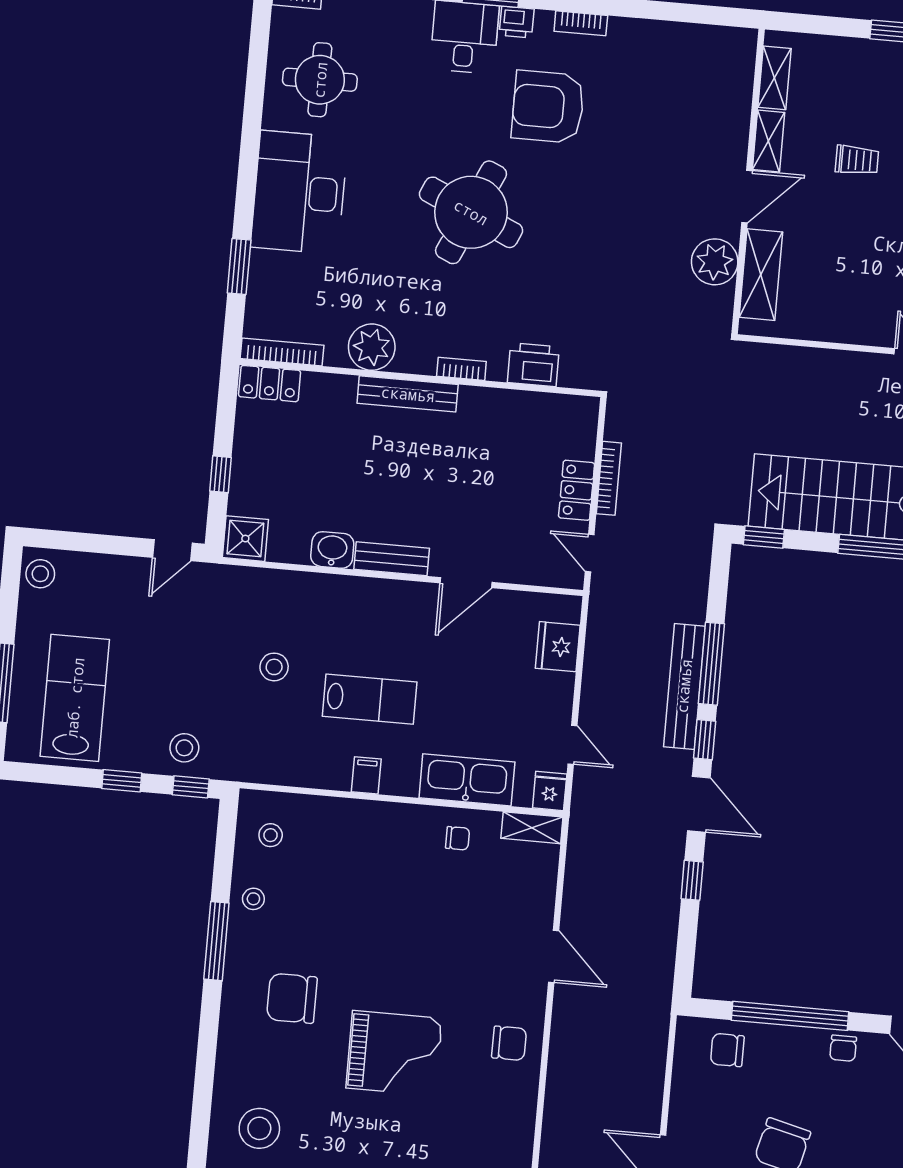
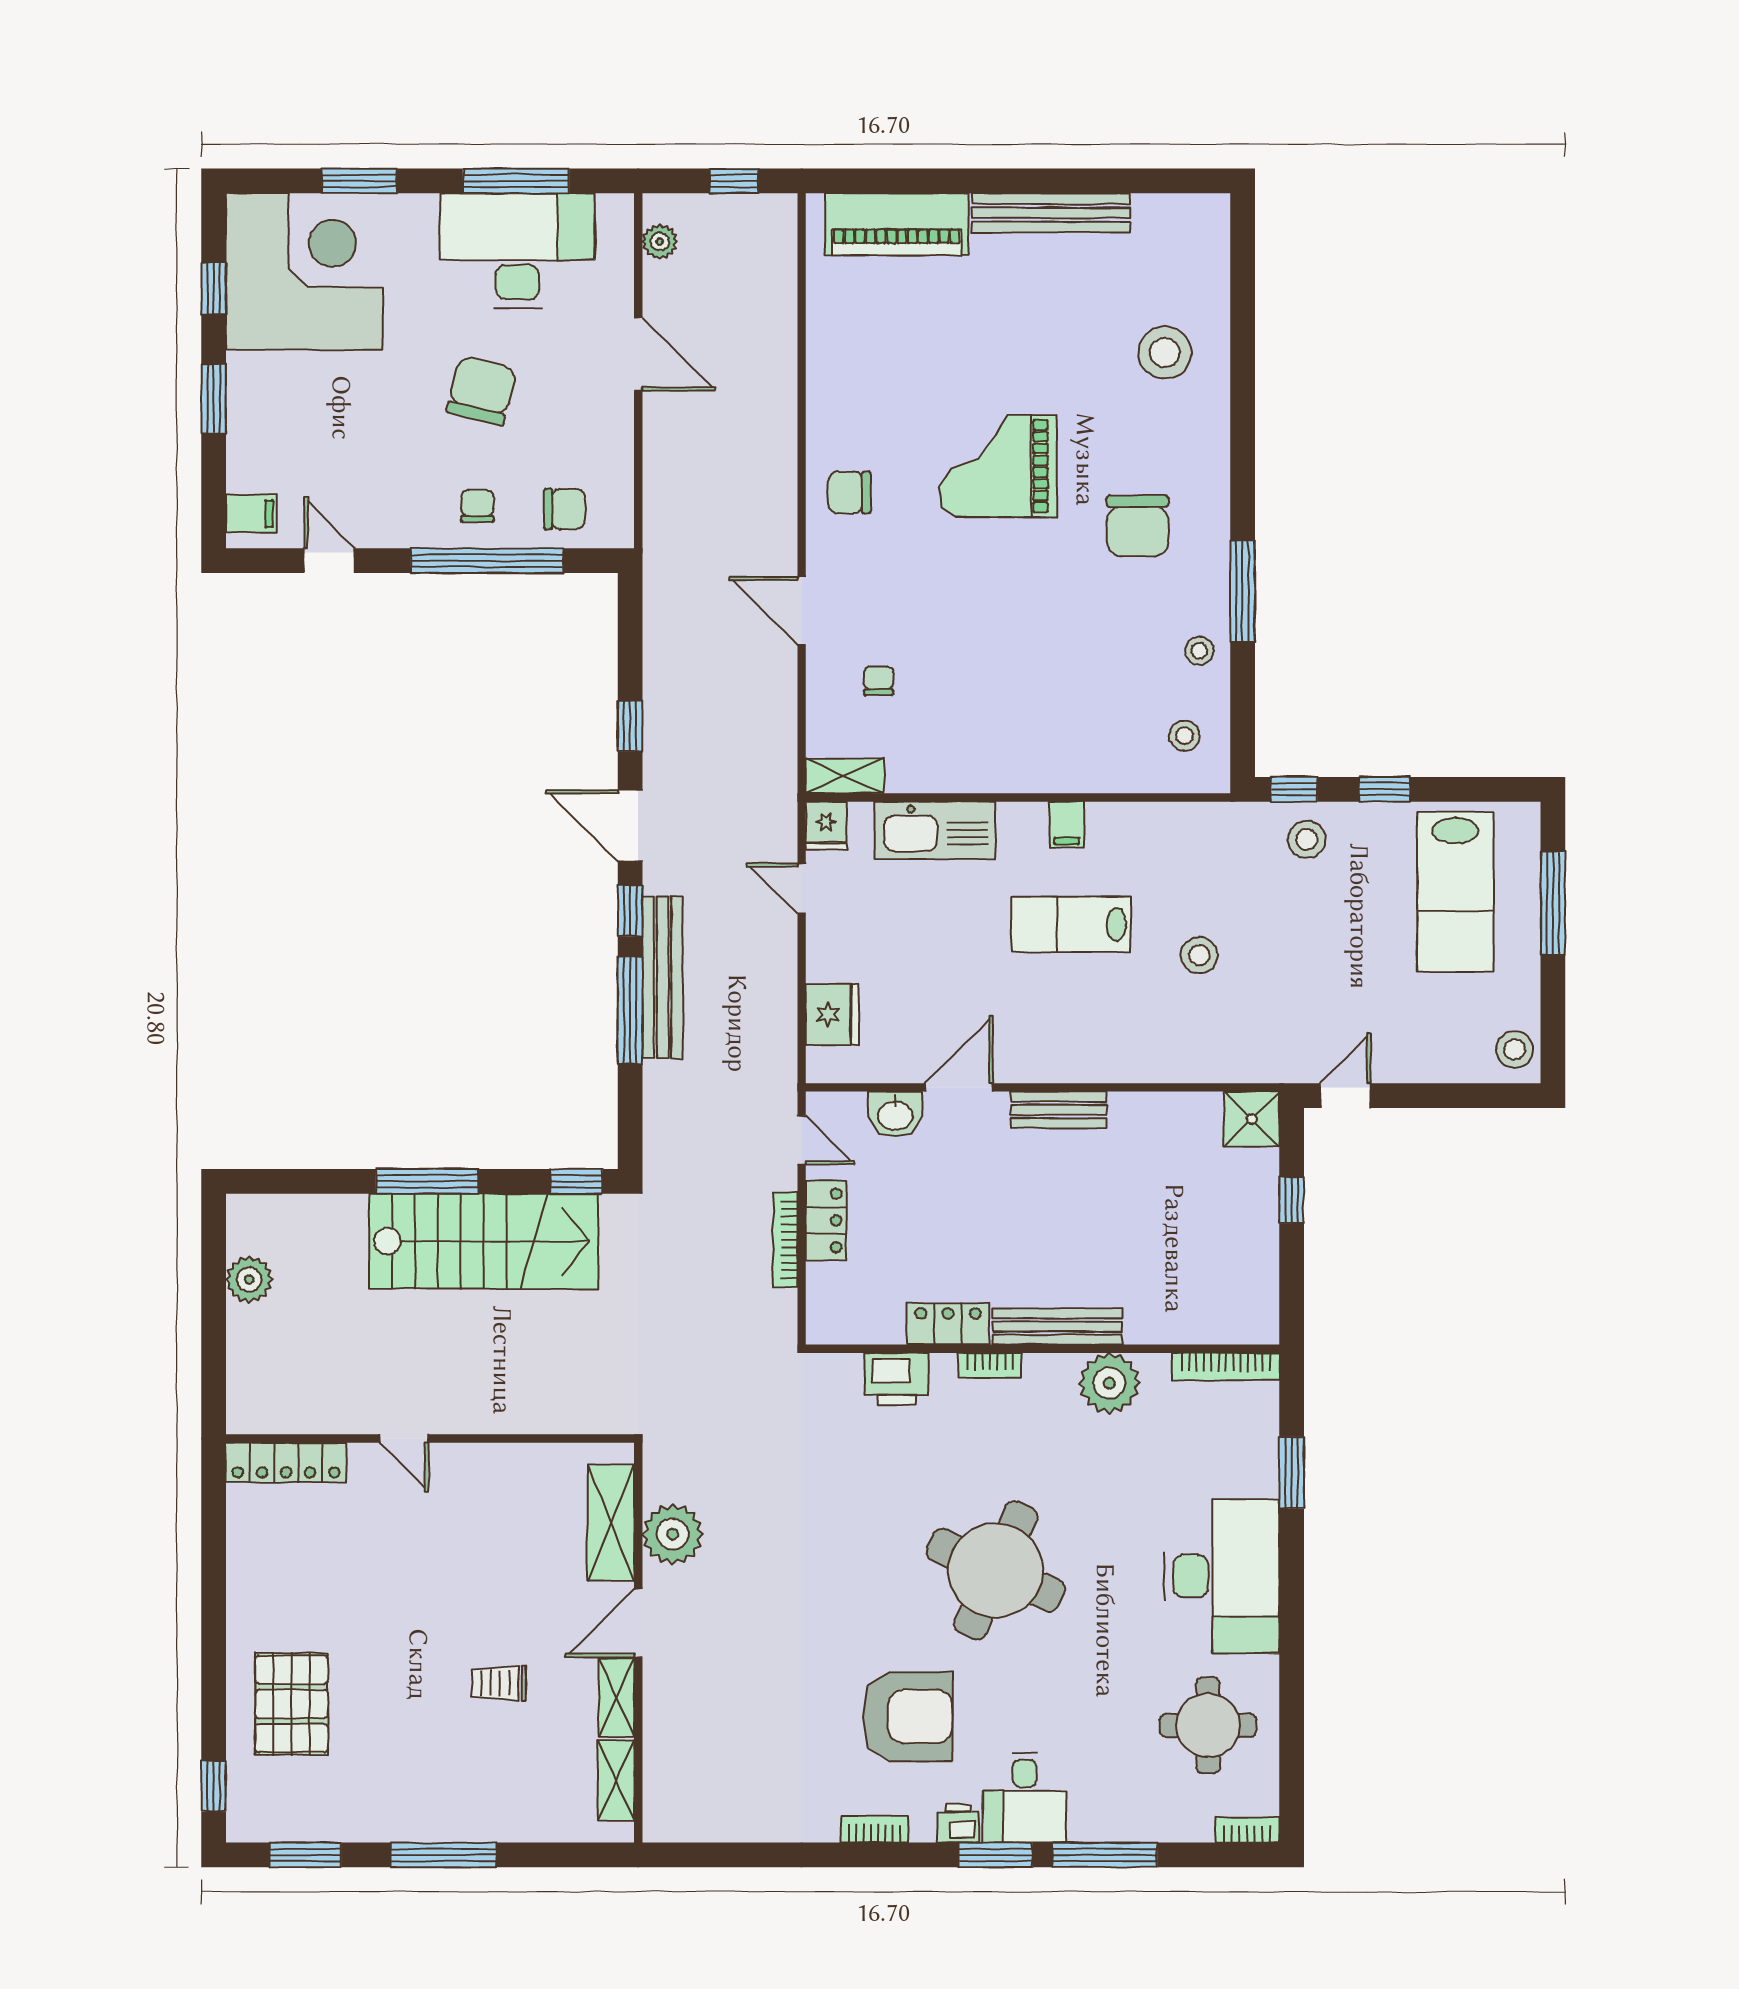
locker: (270, 384) -> (948, 1324), moved
washbasin: (332, 550) -> (895, 1114), moved
chair: (457, 838) -> (879, 681), moved, turned 90
chair: (292, 998) -> (1138, 526), turned 90
chair: (843, 1048) -> (478, 506), moved

